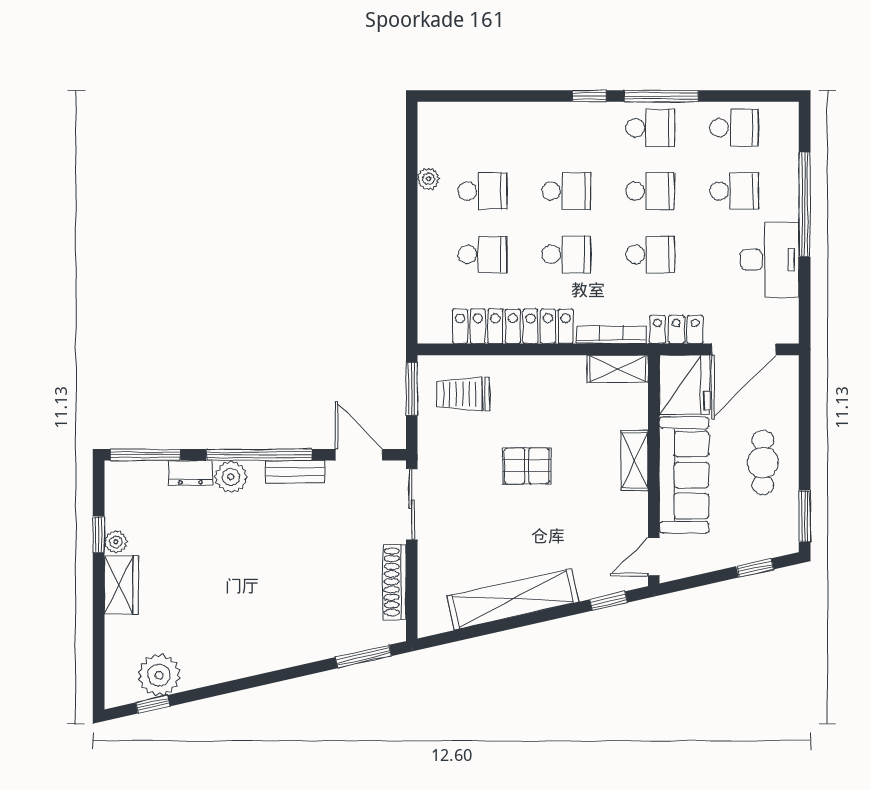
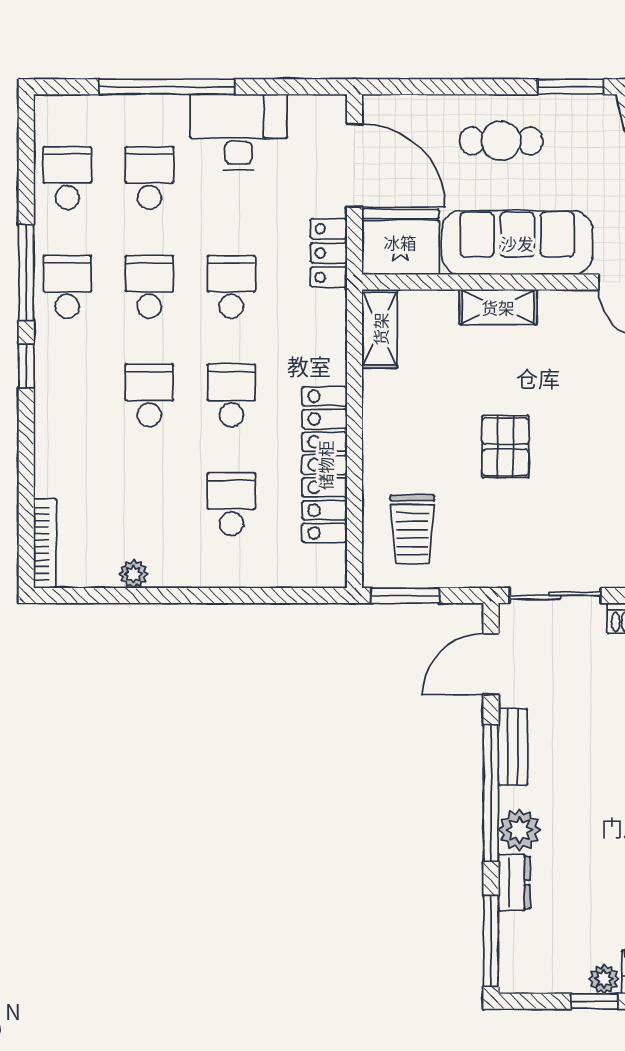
school desk: (482, 191) -> (149, 504), removed
bookcase: (611, 335) -> (45, 543), moved, turned 180

